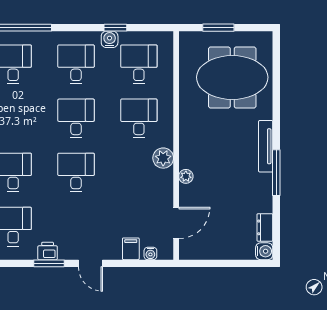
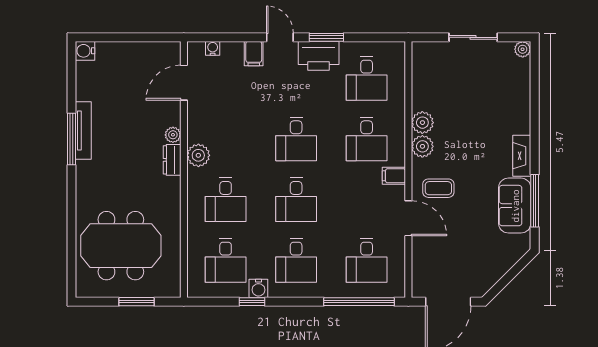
tv unit: (266, 146) -> (83, 130), moved
dresser: (265, 227) -> (172, 160), moved, turned 180
filing cabinet: (131, 249) -> (254, 54), moved
printer: (48, 251) -> (319, 56), width x1.87, depth x1.48

